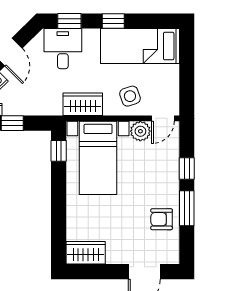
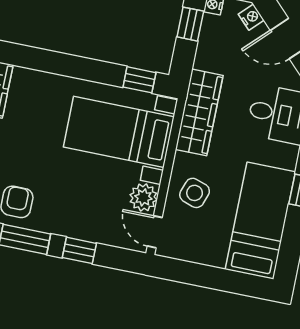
side table: (130, 96) -> (195, 193), turned 38
wardrobe: (83, 104) -> (199, 112), width x1.50

